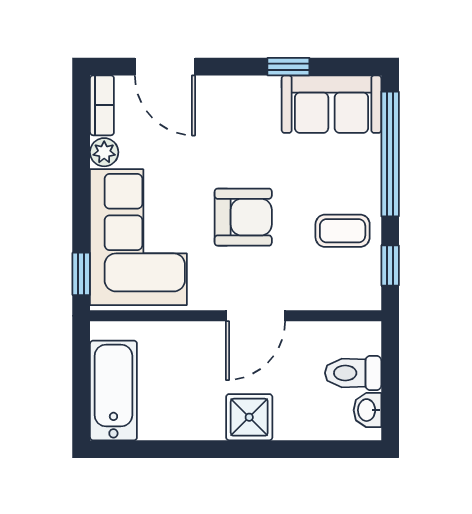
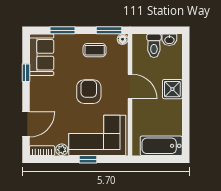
window: (390, 154) -> (62, 30), width x0.47
coffee table: (343, 231) -> (95, 50), turned 90
window: (390, 265) -> (109, 30), width x1.50
window: (81, 274) -> (88, 159), moved
floor lamp: (369, 298) -> (123, 39), added

